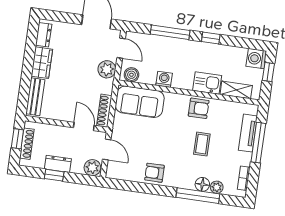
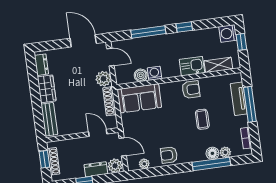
boiler: (131, 75) -> (141, 75), moved
shoe rack: (104, 111) -> (109, 101), moved
dresser: (58, 164) -> (96, 169), moved
plant: (125, 175) -> (144, 164), added

